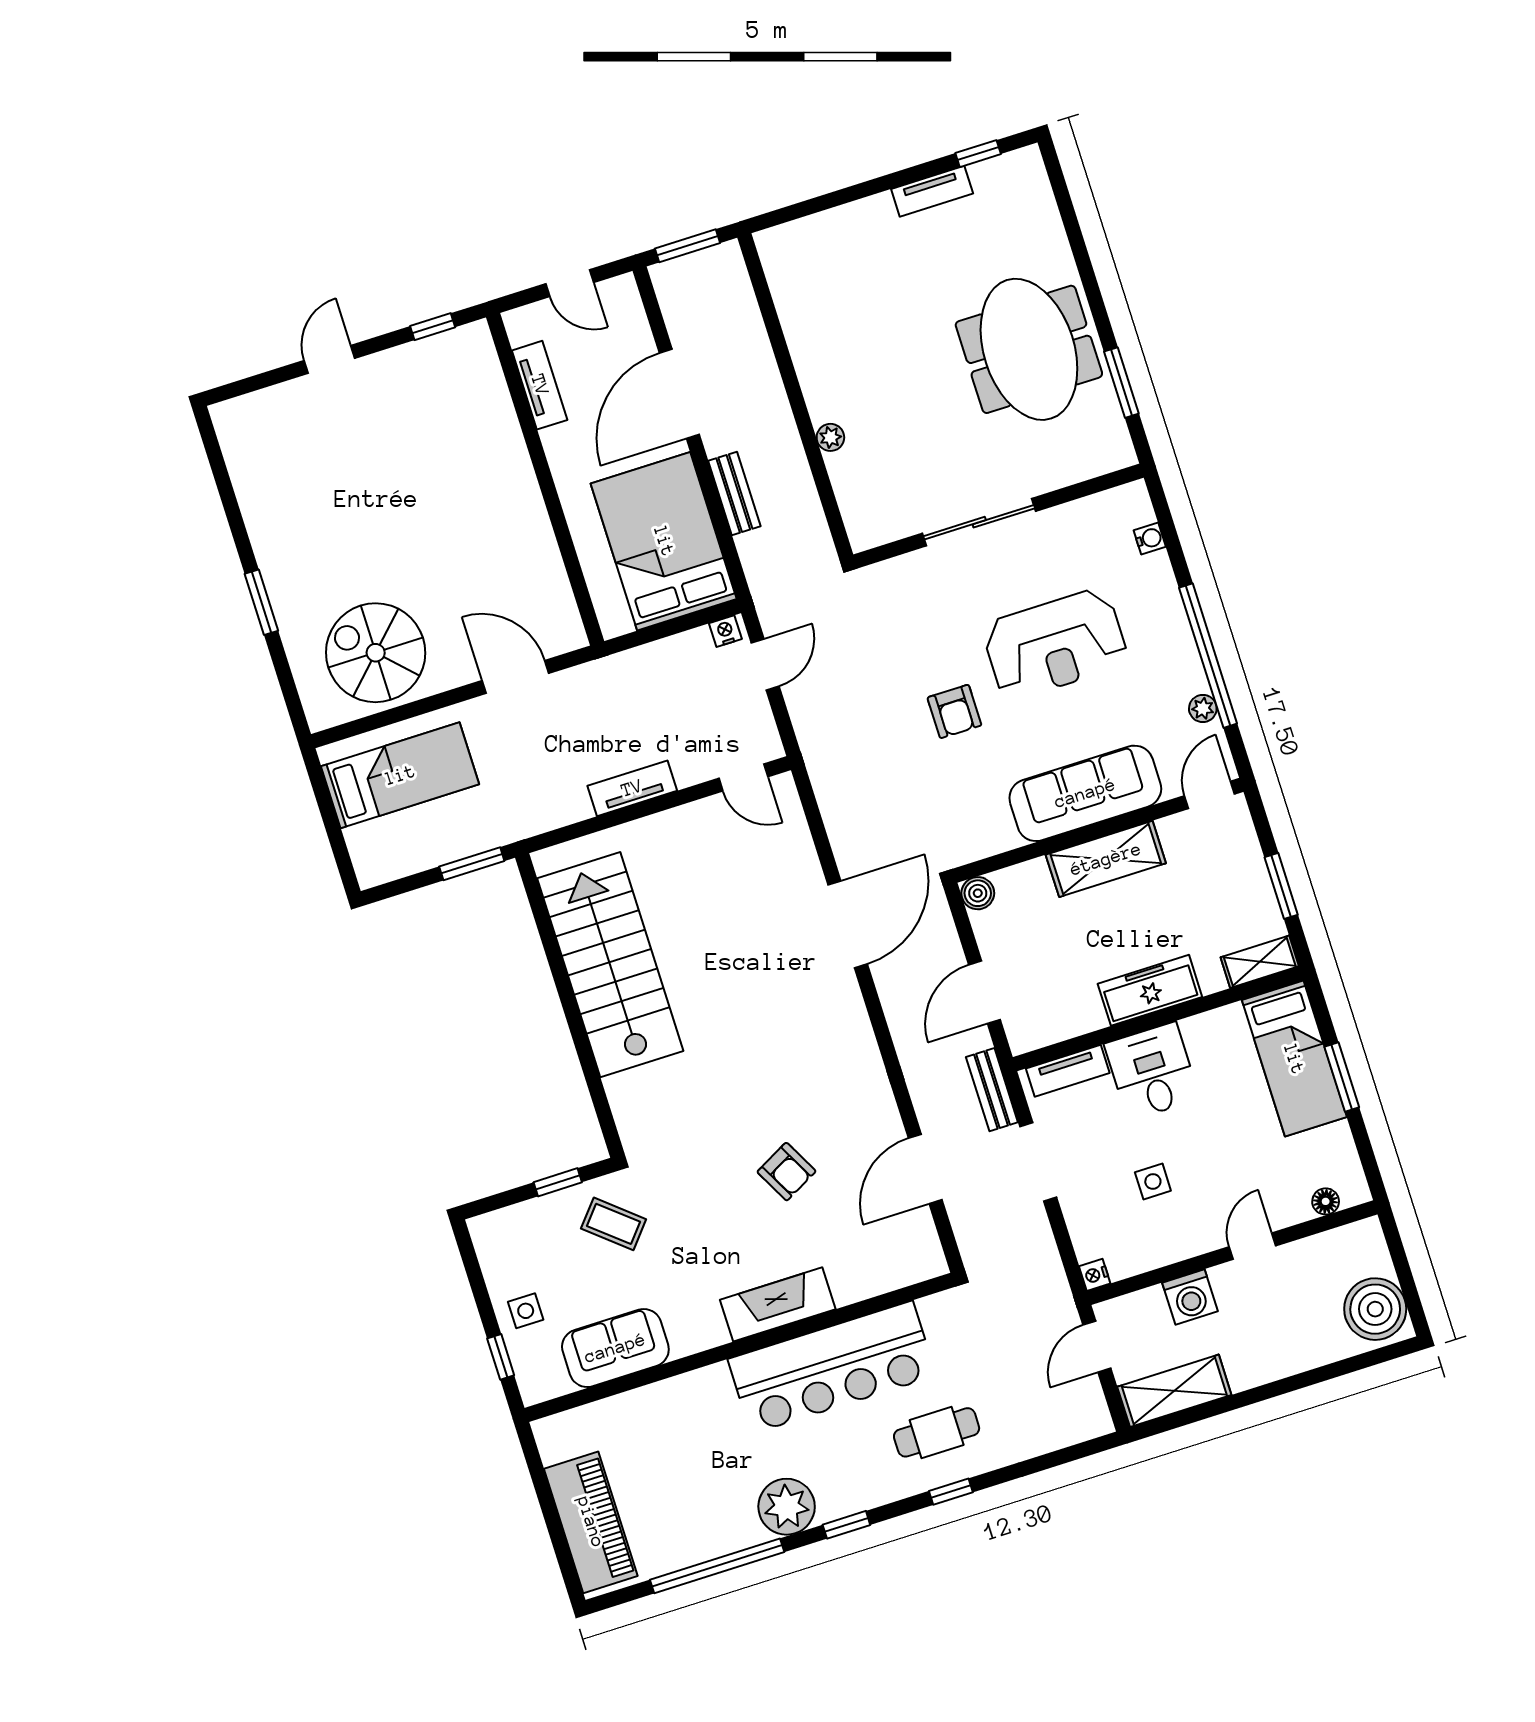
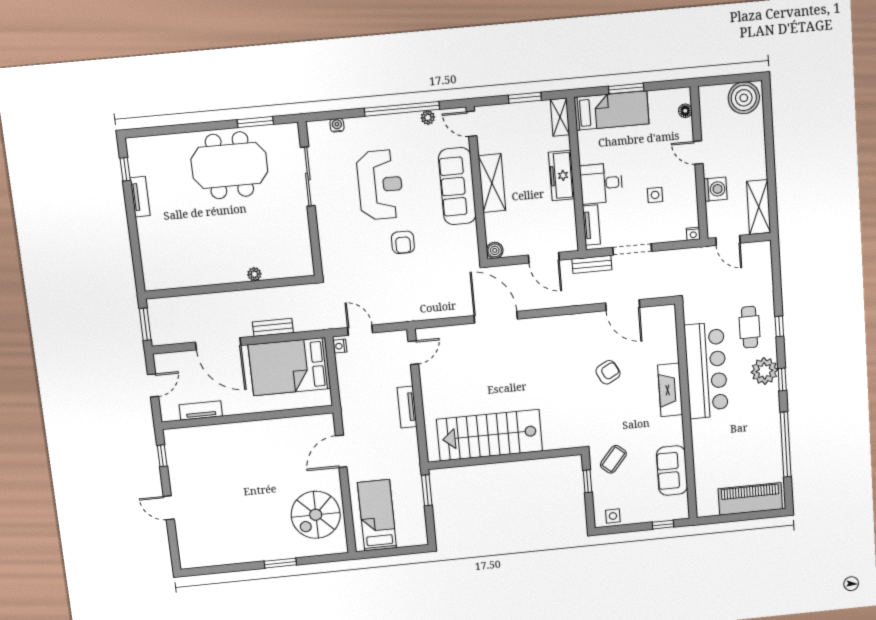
sliding door: (979, 522) -> (308, 177), moved
armchair: (954, 711) -> (403, 242), turned 90
side table: (526, 1311) -> (613, 516), moved
plant: (787, 1507) -> (764, 371), moved

